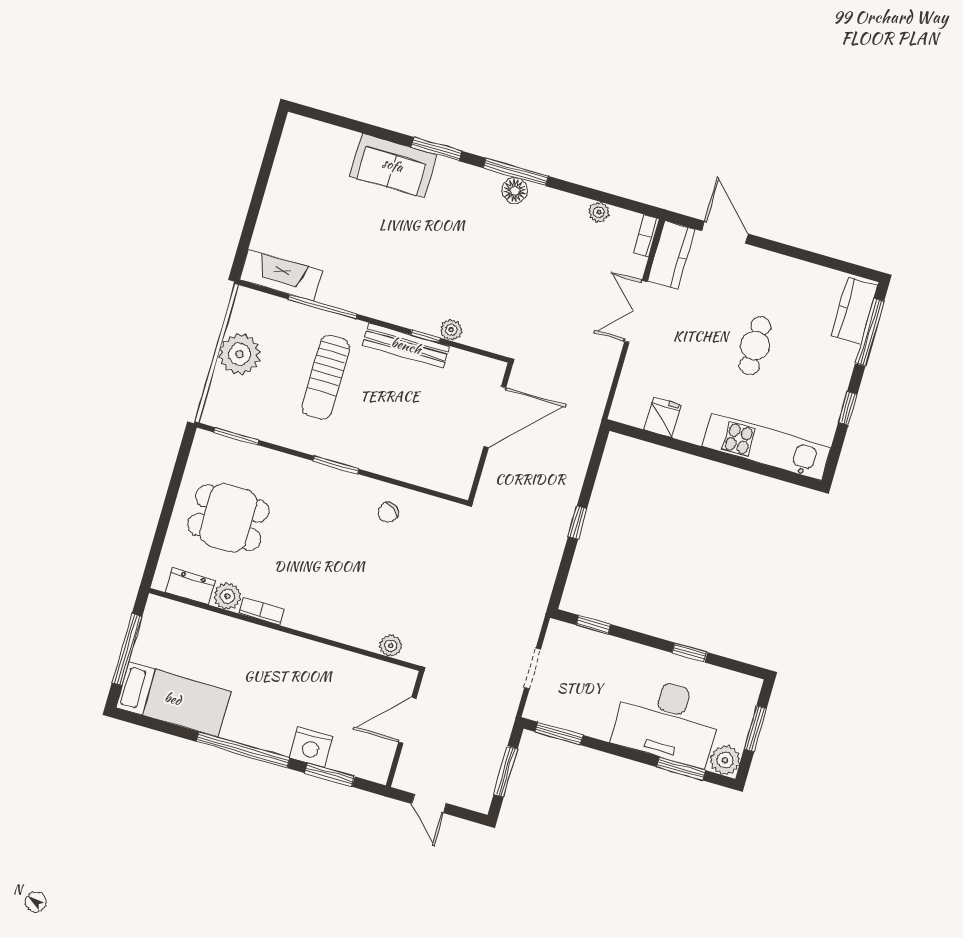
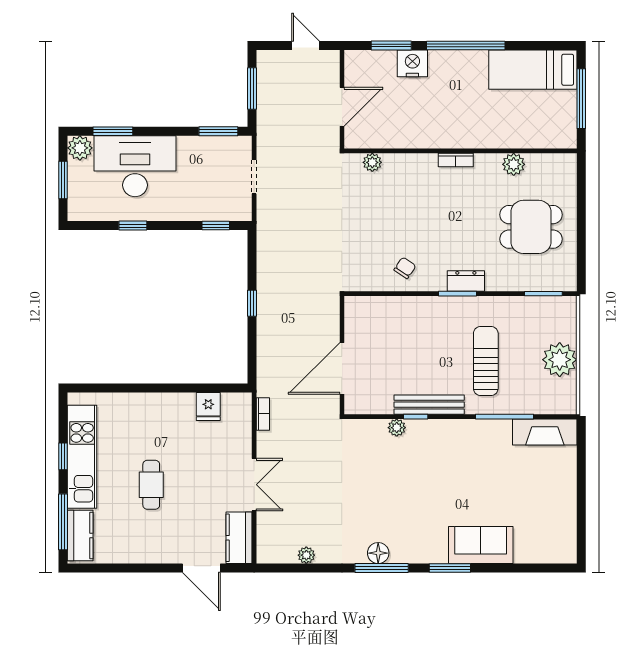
bookcase: (647, 236) -> (263, 414), moved
kitchen unit: (766, 447) -> (82, 457), moved, turned -90
dresser: (191, 586) -> (466, 281), moved, turned 180
bookcase: (261, 611) -> (456, 160), moved

